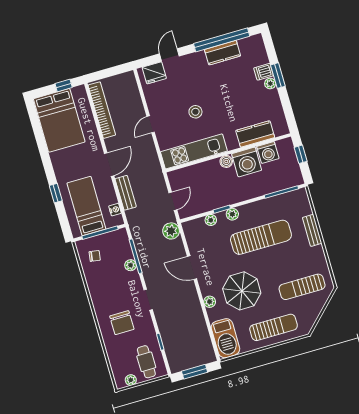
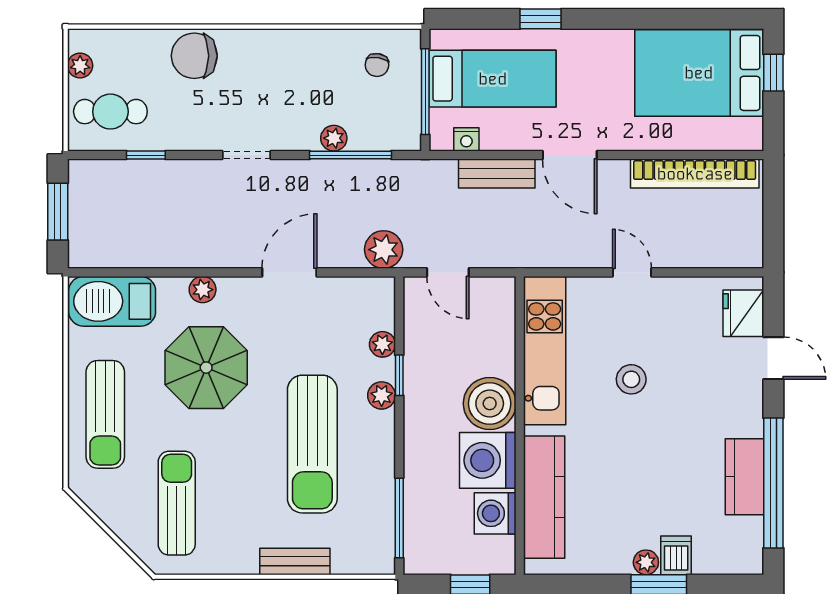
window: (64, 85) -> (773, 73), moved
kitchen counter: (255, 134) -> (544, 497), width x1.50
boiler: (226, 161) -> (490, 404), width x1.86, depth x1.86
chair: (122, 323) -> (194, 56), moved

